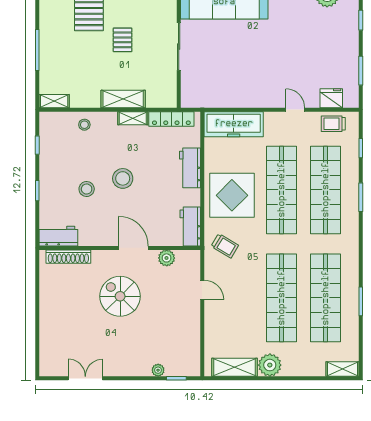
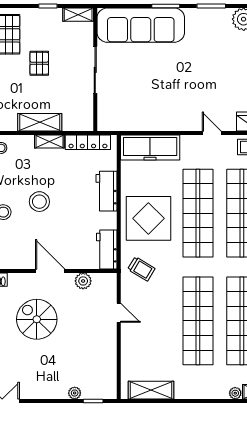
plant: (270, 365) -> (235, 393), moved, width x0.53, depth x0.53

